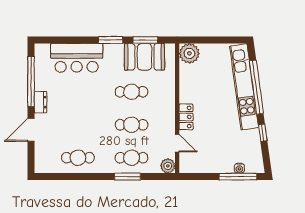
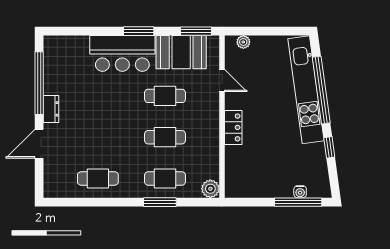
window: (145, 40) -> (196, 31), moved
plant: (189, 53) -> (243, 42), width x0.53, depth x0.53
bar counter: (77, 58) -> (122, 53), moved
door: (177, 143) -> (222, 81), moved

